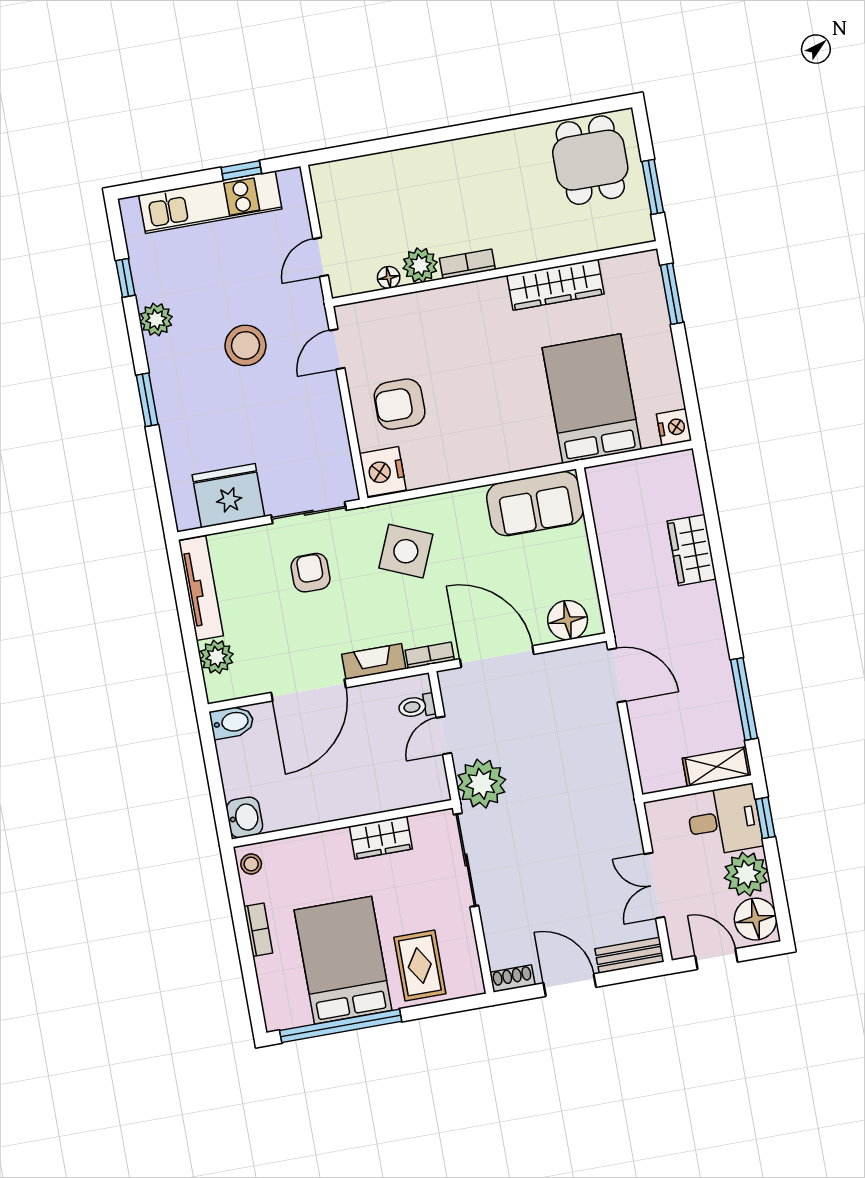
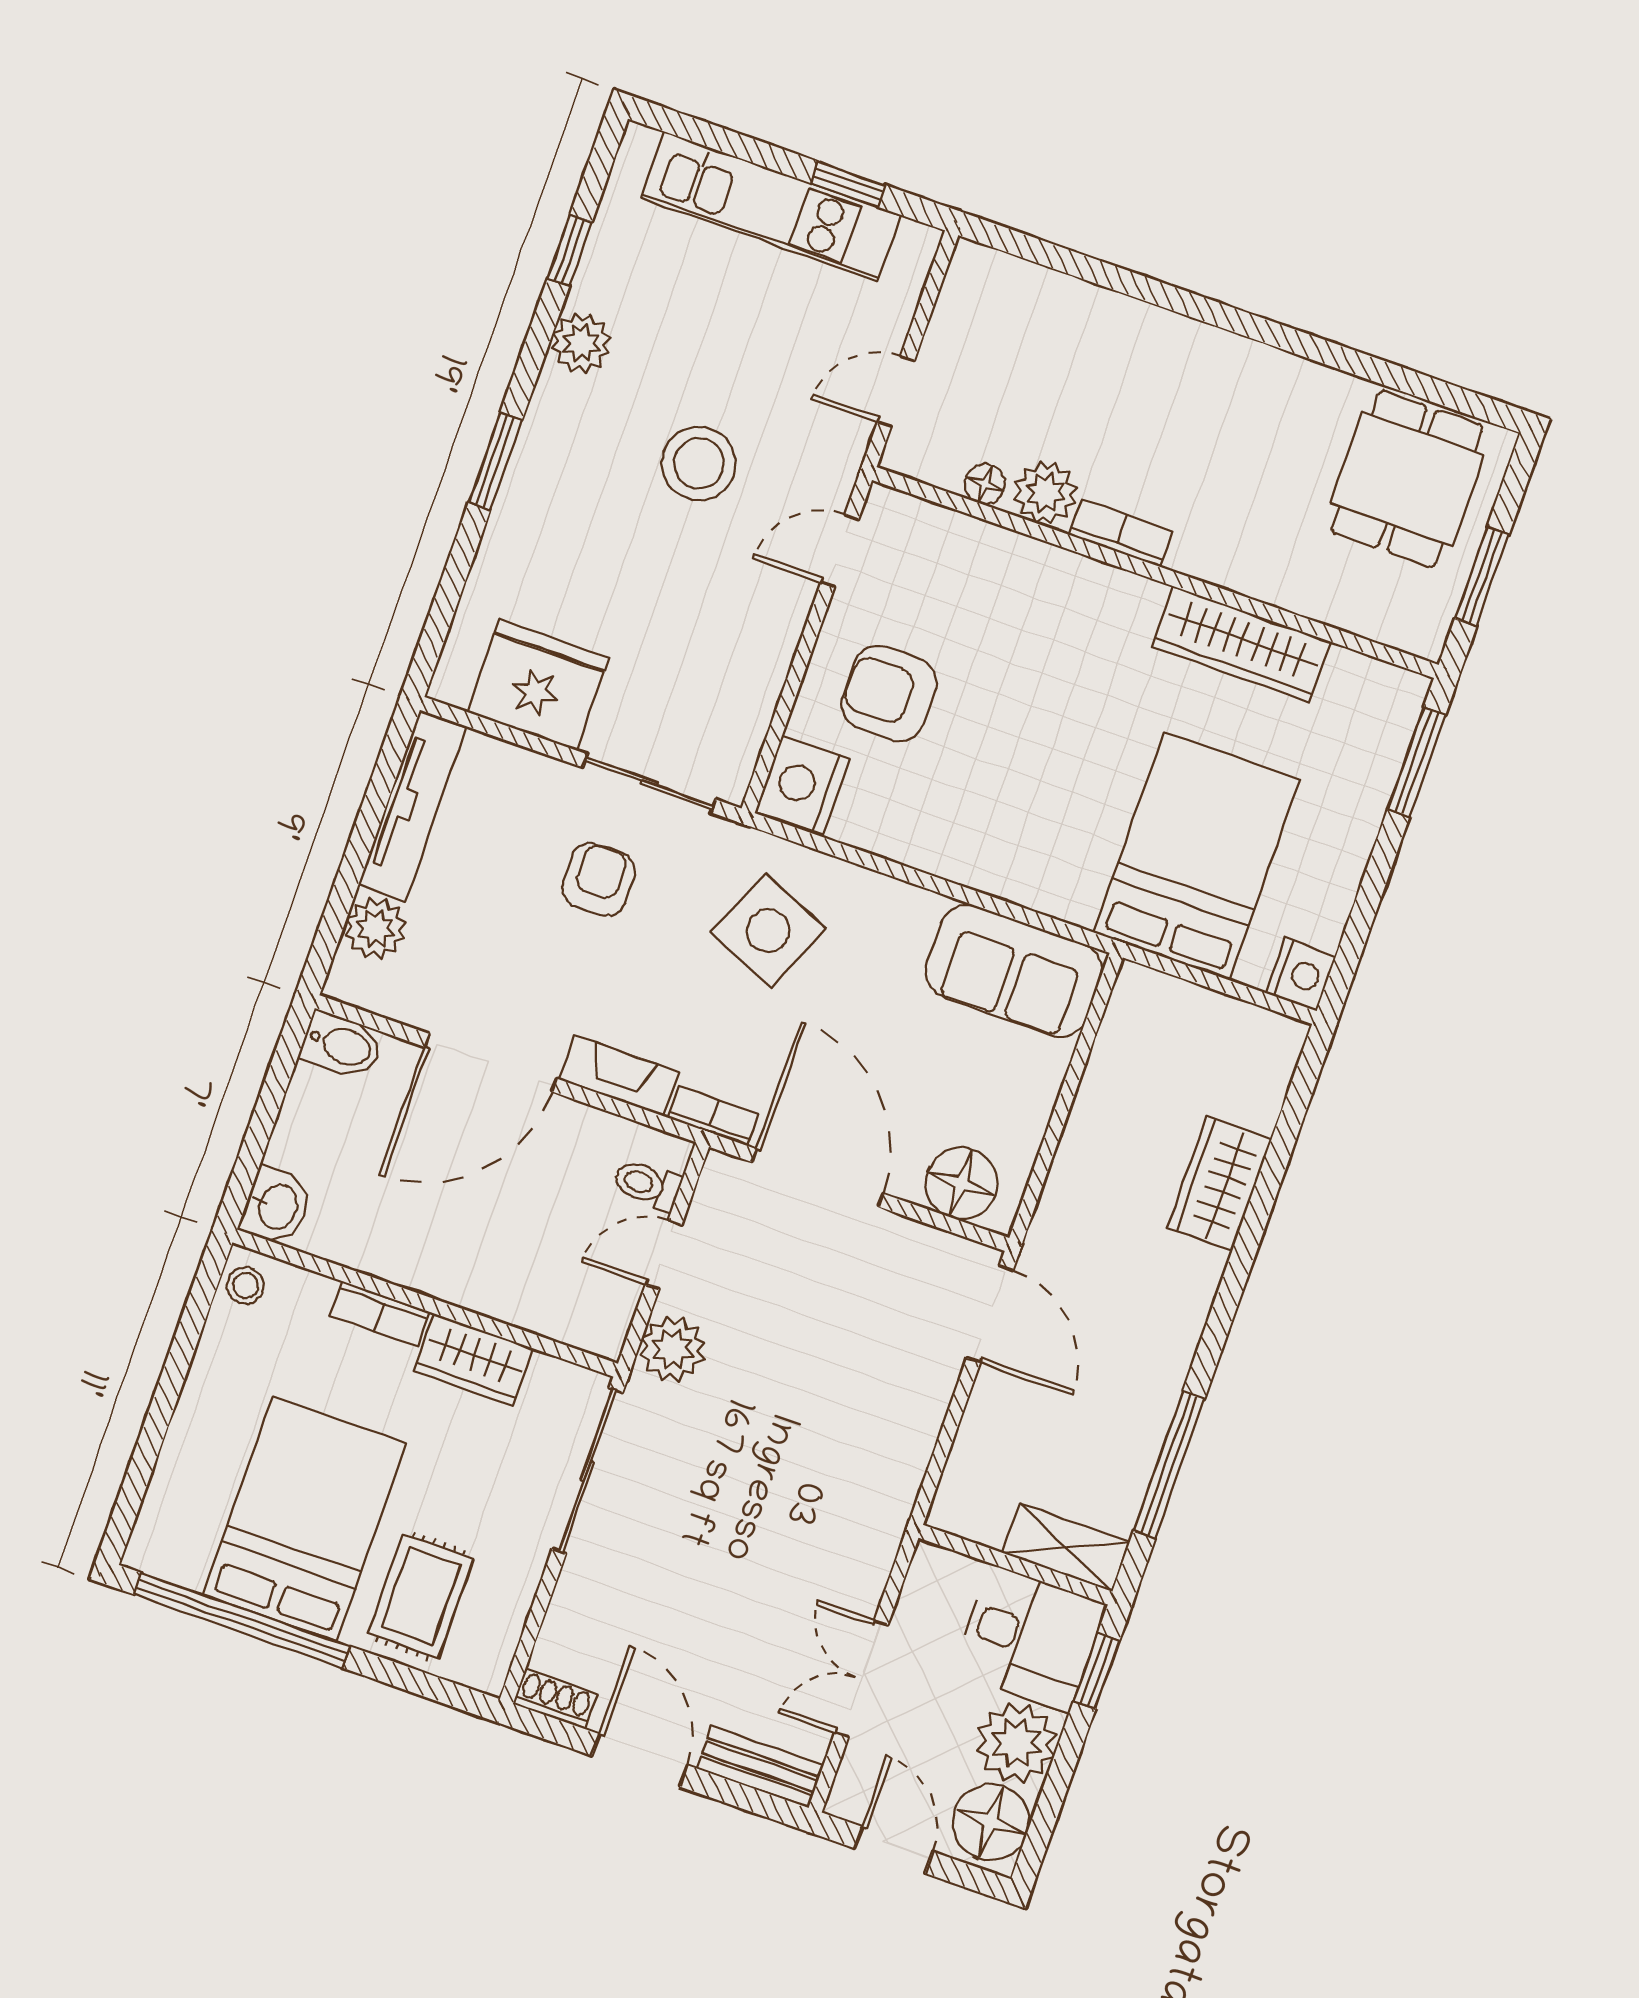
plant: (481, 784) -> (673, 1349), width x0.73, depth x0.73
bookcase: (258, 930) -> (380, 1314), moved, turned 90

